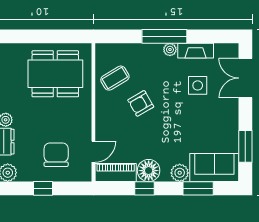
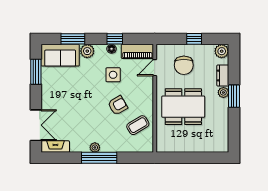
fireplace: (196, 51) -> (55, 147), moved
dining table: (55, 74) -> (183, 107), moved
side table: (198, 85) -> (113, 75), moved
floor lamp: (149, 171) -> (112, 49), width x0.53, depth x0.53

